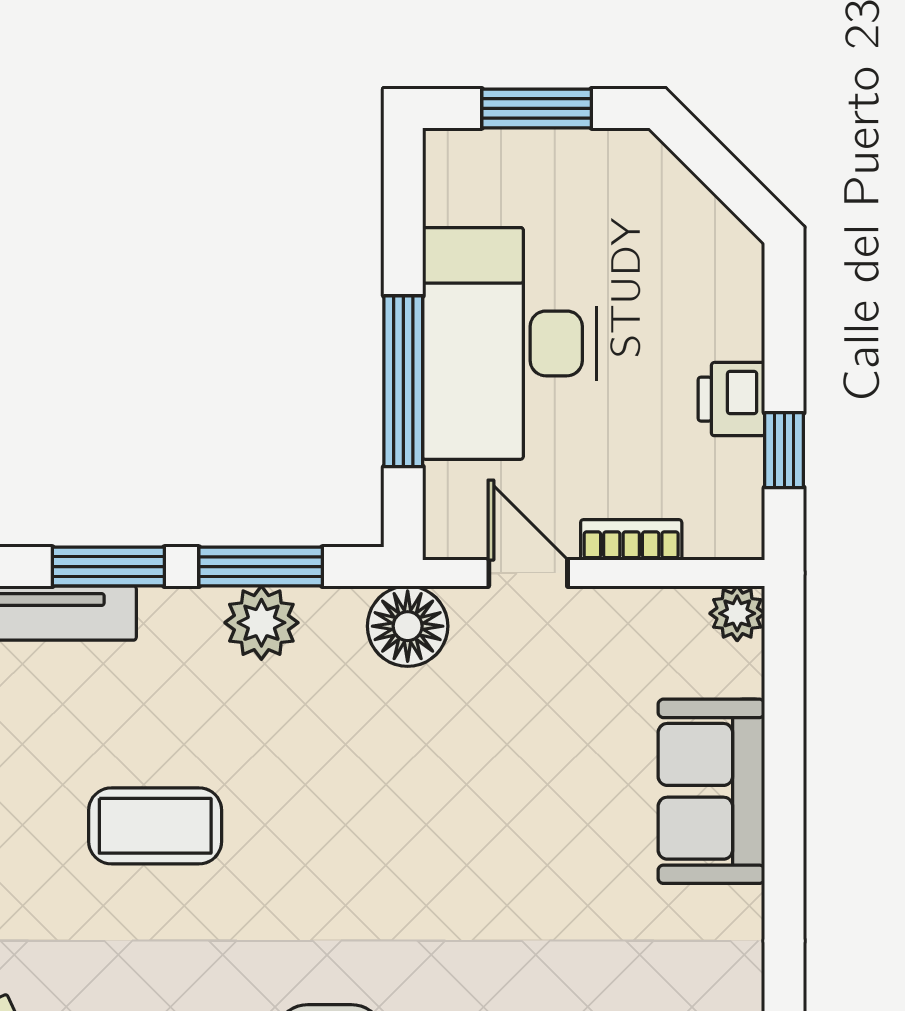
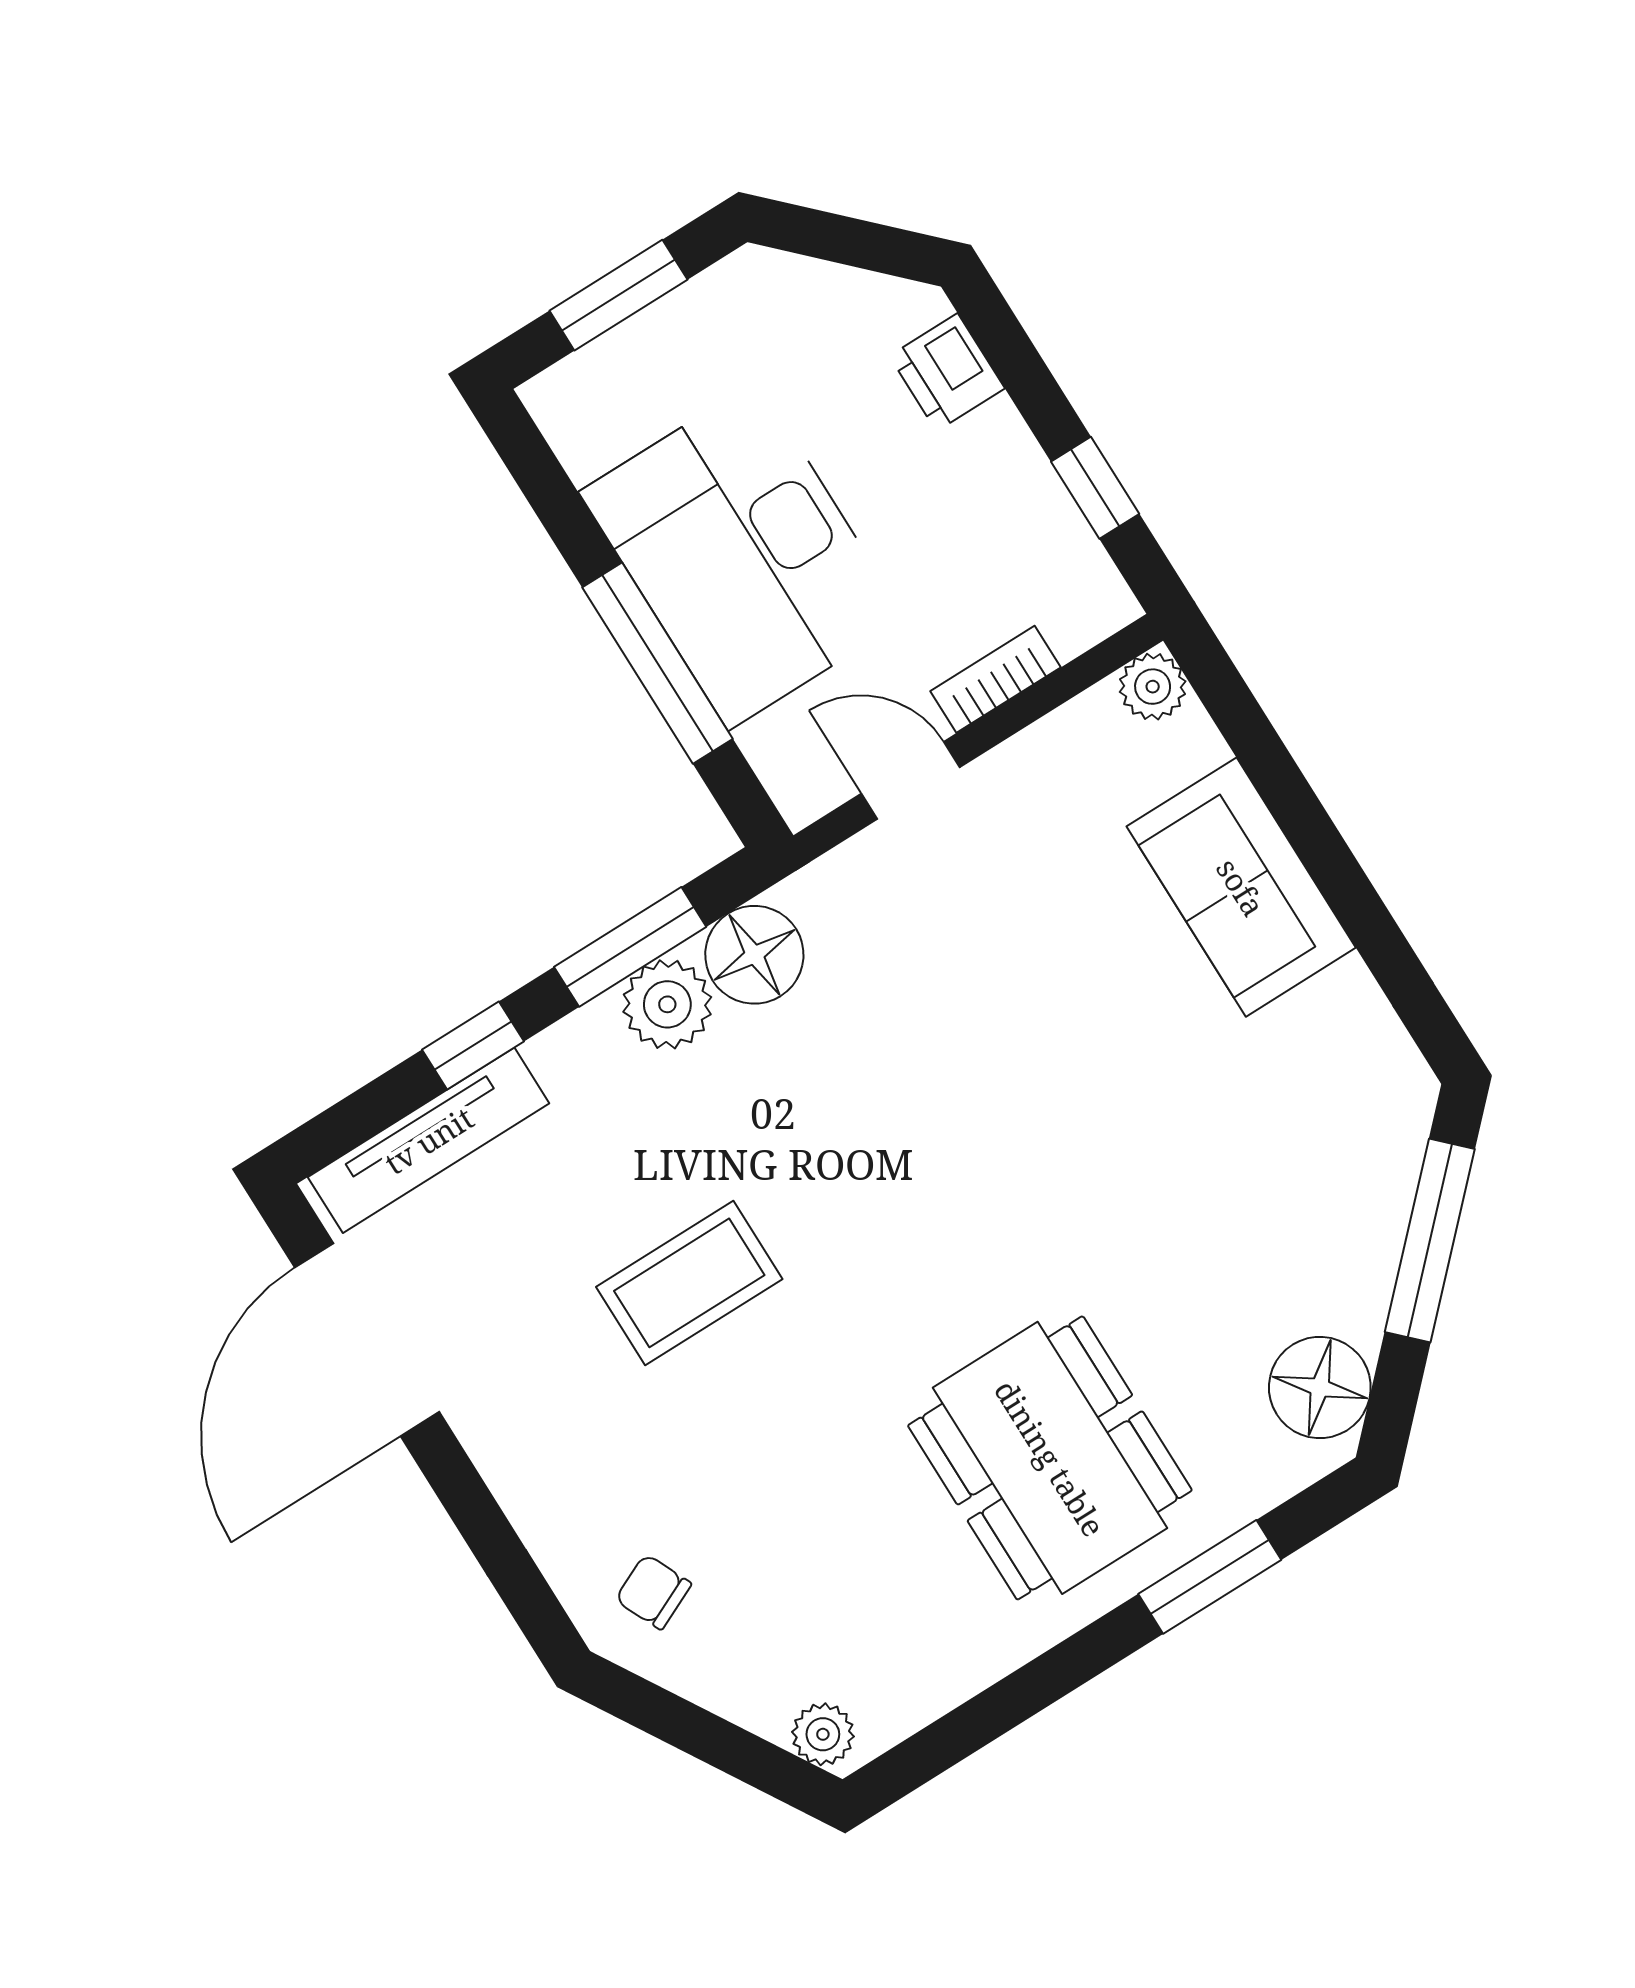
printer: (731, 399) -> (947, 372), moved
window: (108, 567) -> (473, 1046), width x0.67
floor lamp: (408, 626) -> (754, 955), moved

